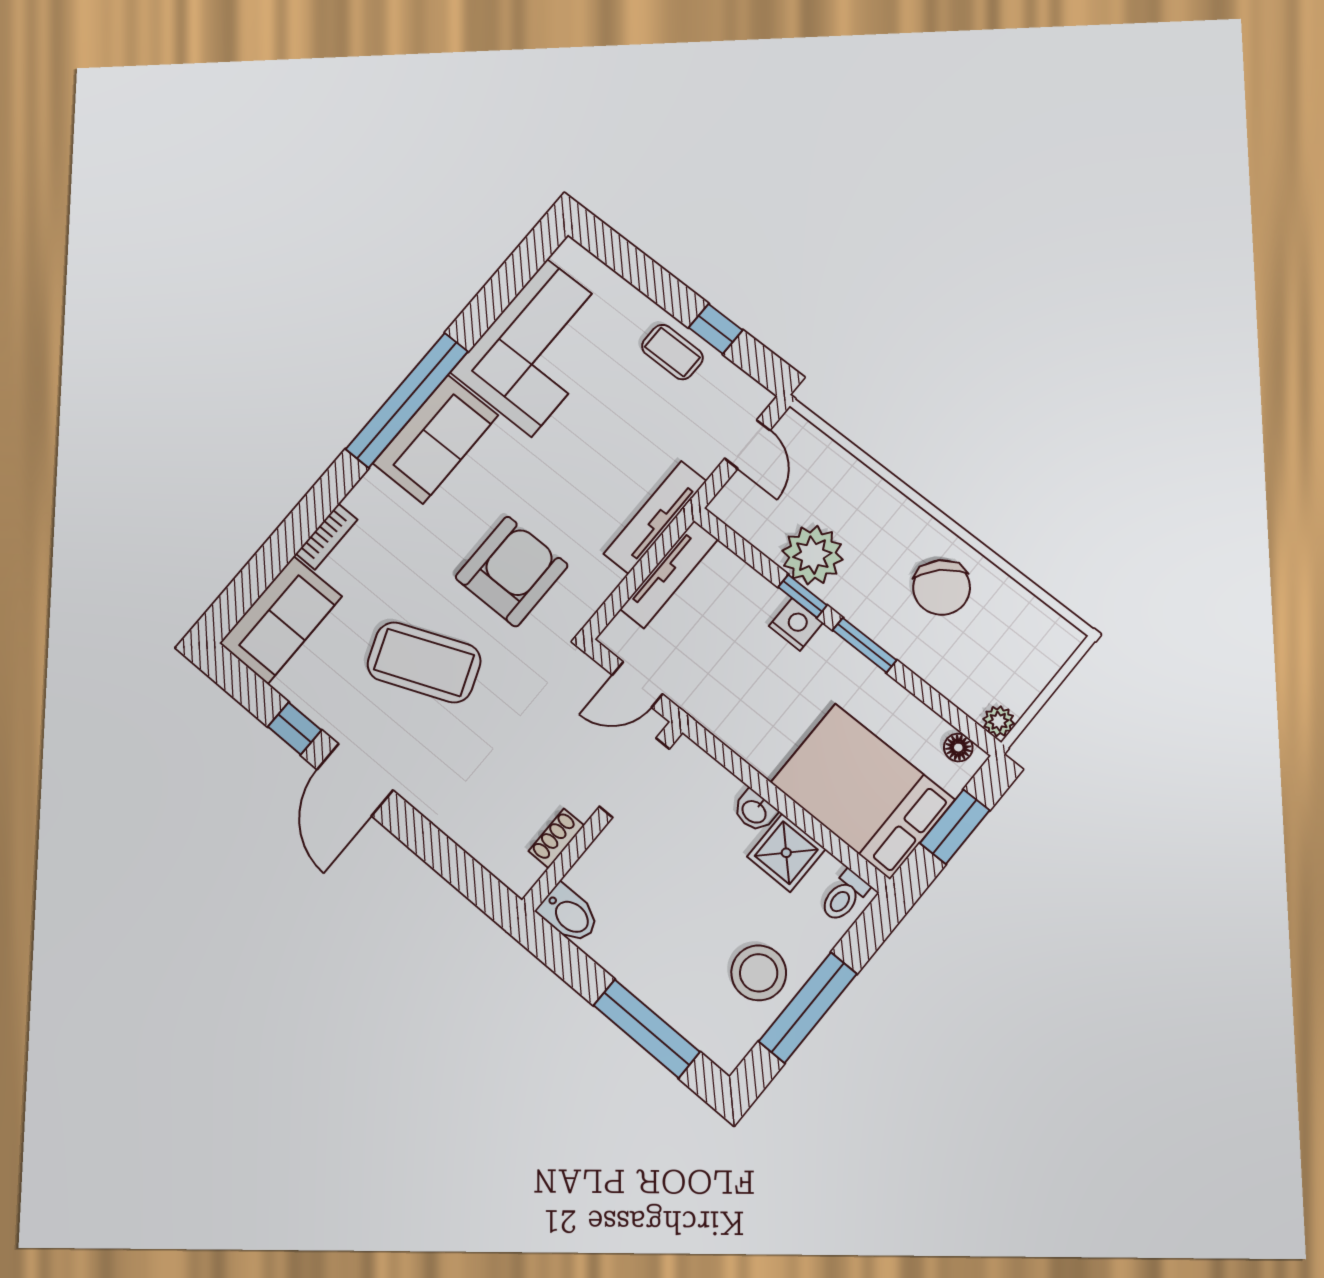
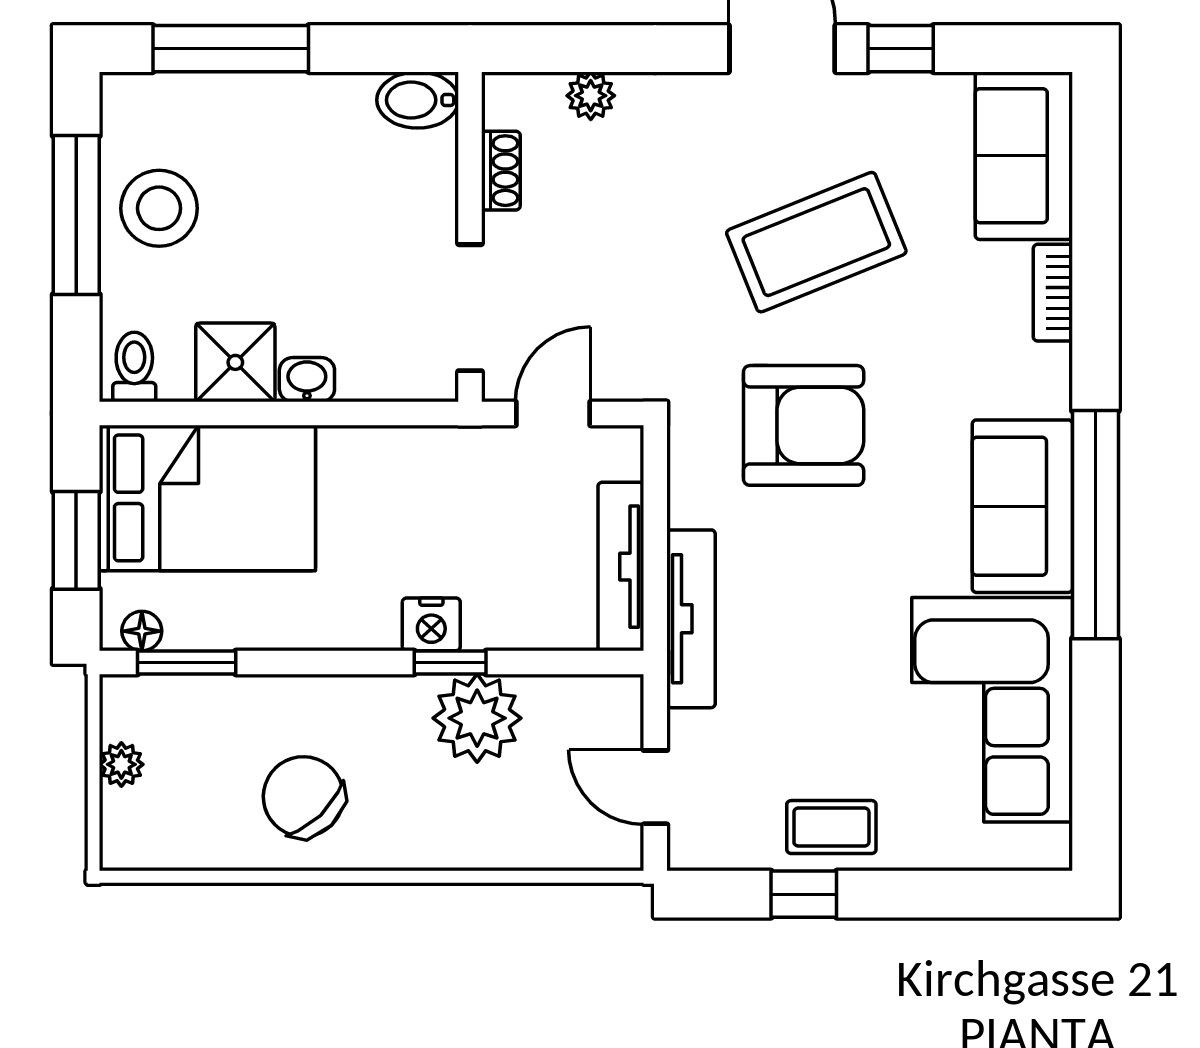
armchair: (512, 571) -> (804, 425), turned -90
window: (865, 645) -> (187, 662), moved
plant: (999, 721) -> (121, 764), moved
plant: (475, 839) -> (591, 96), added

